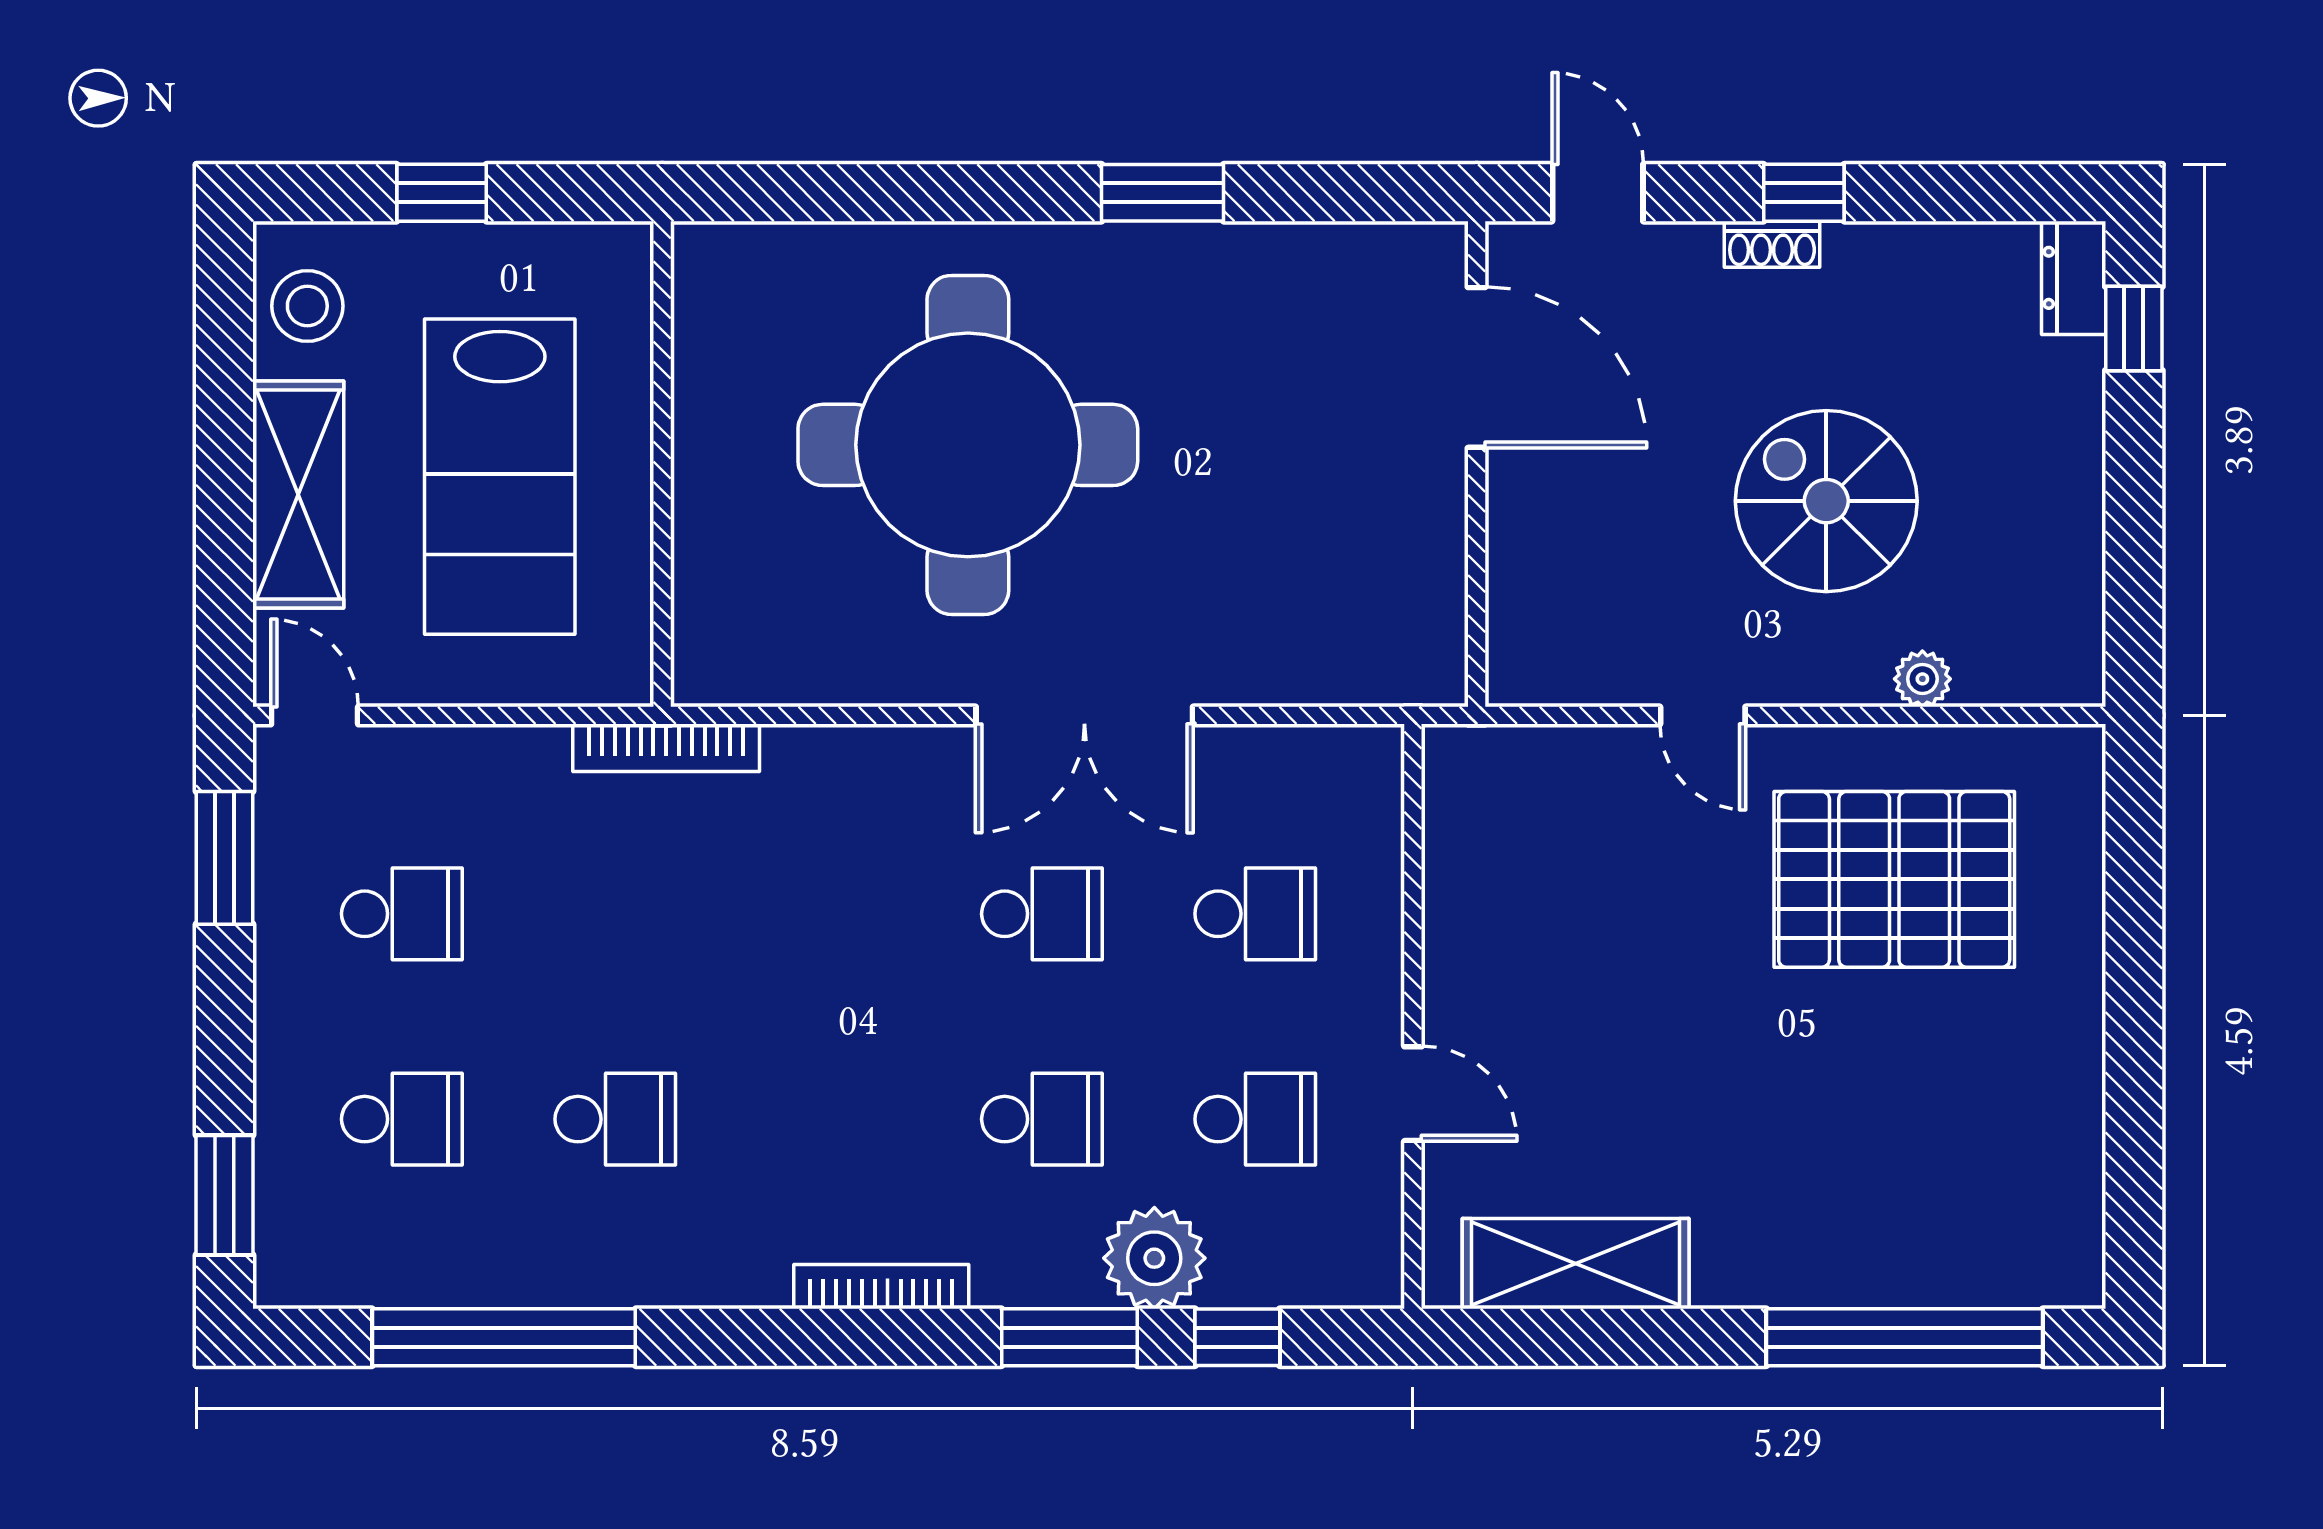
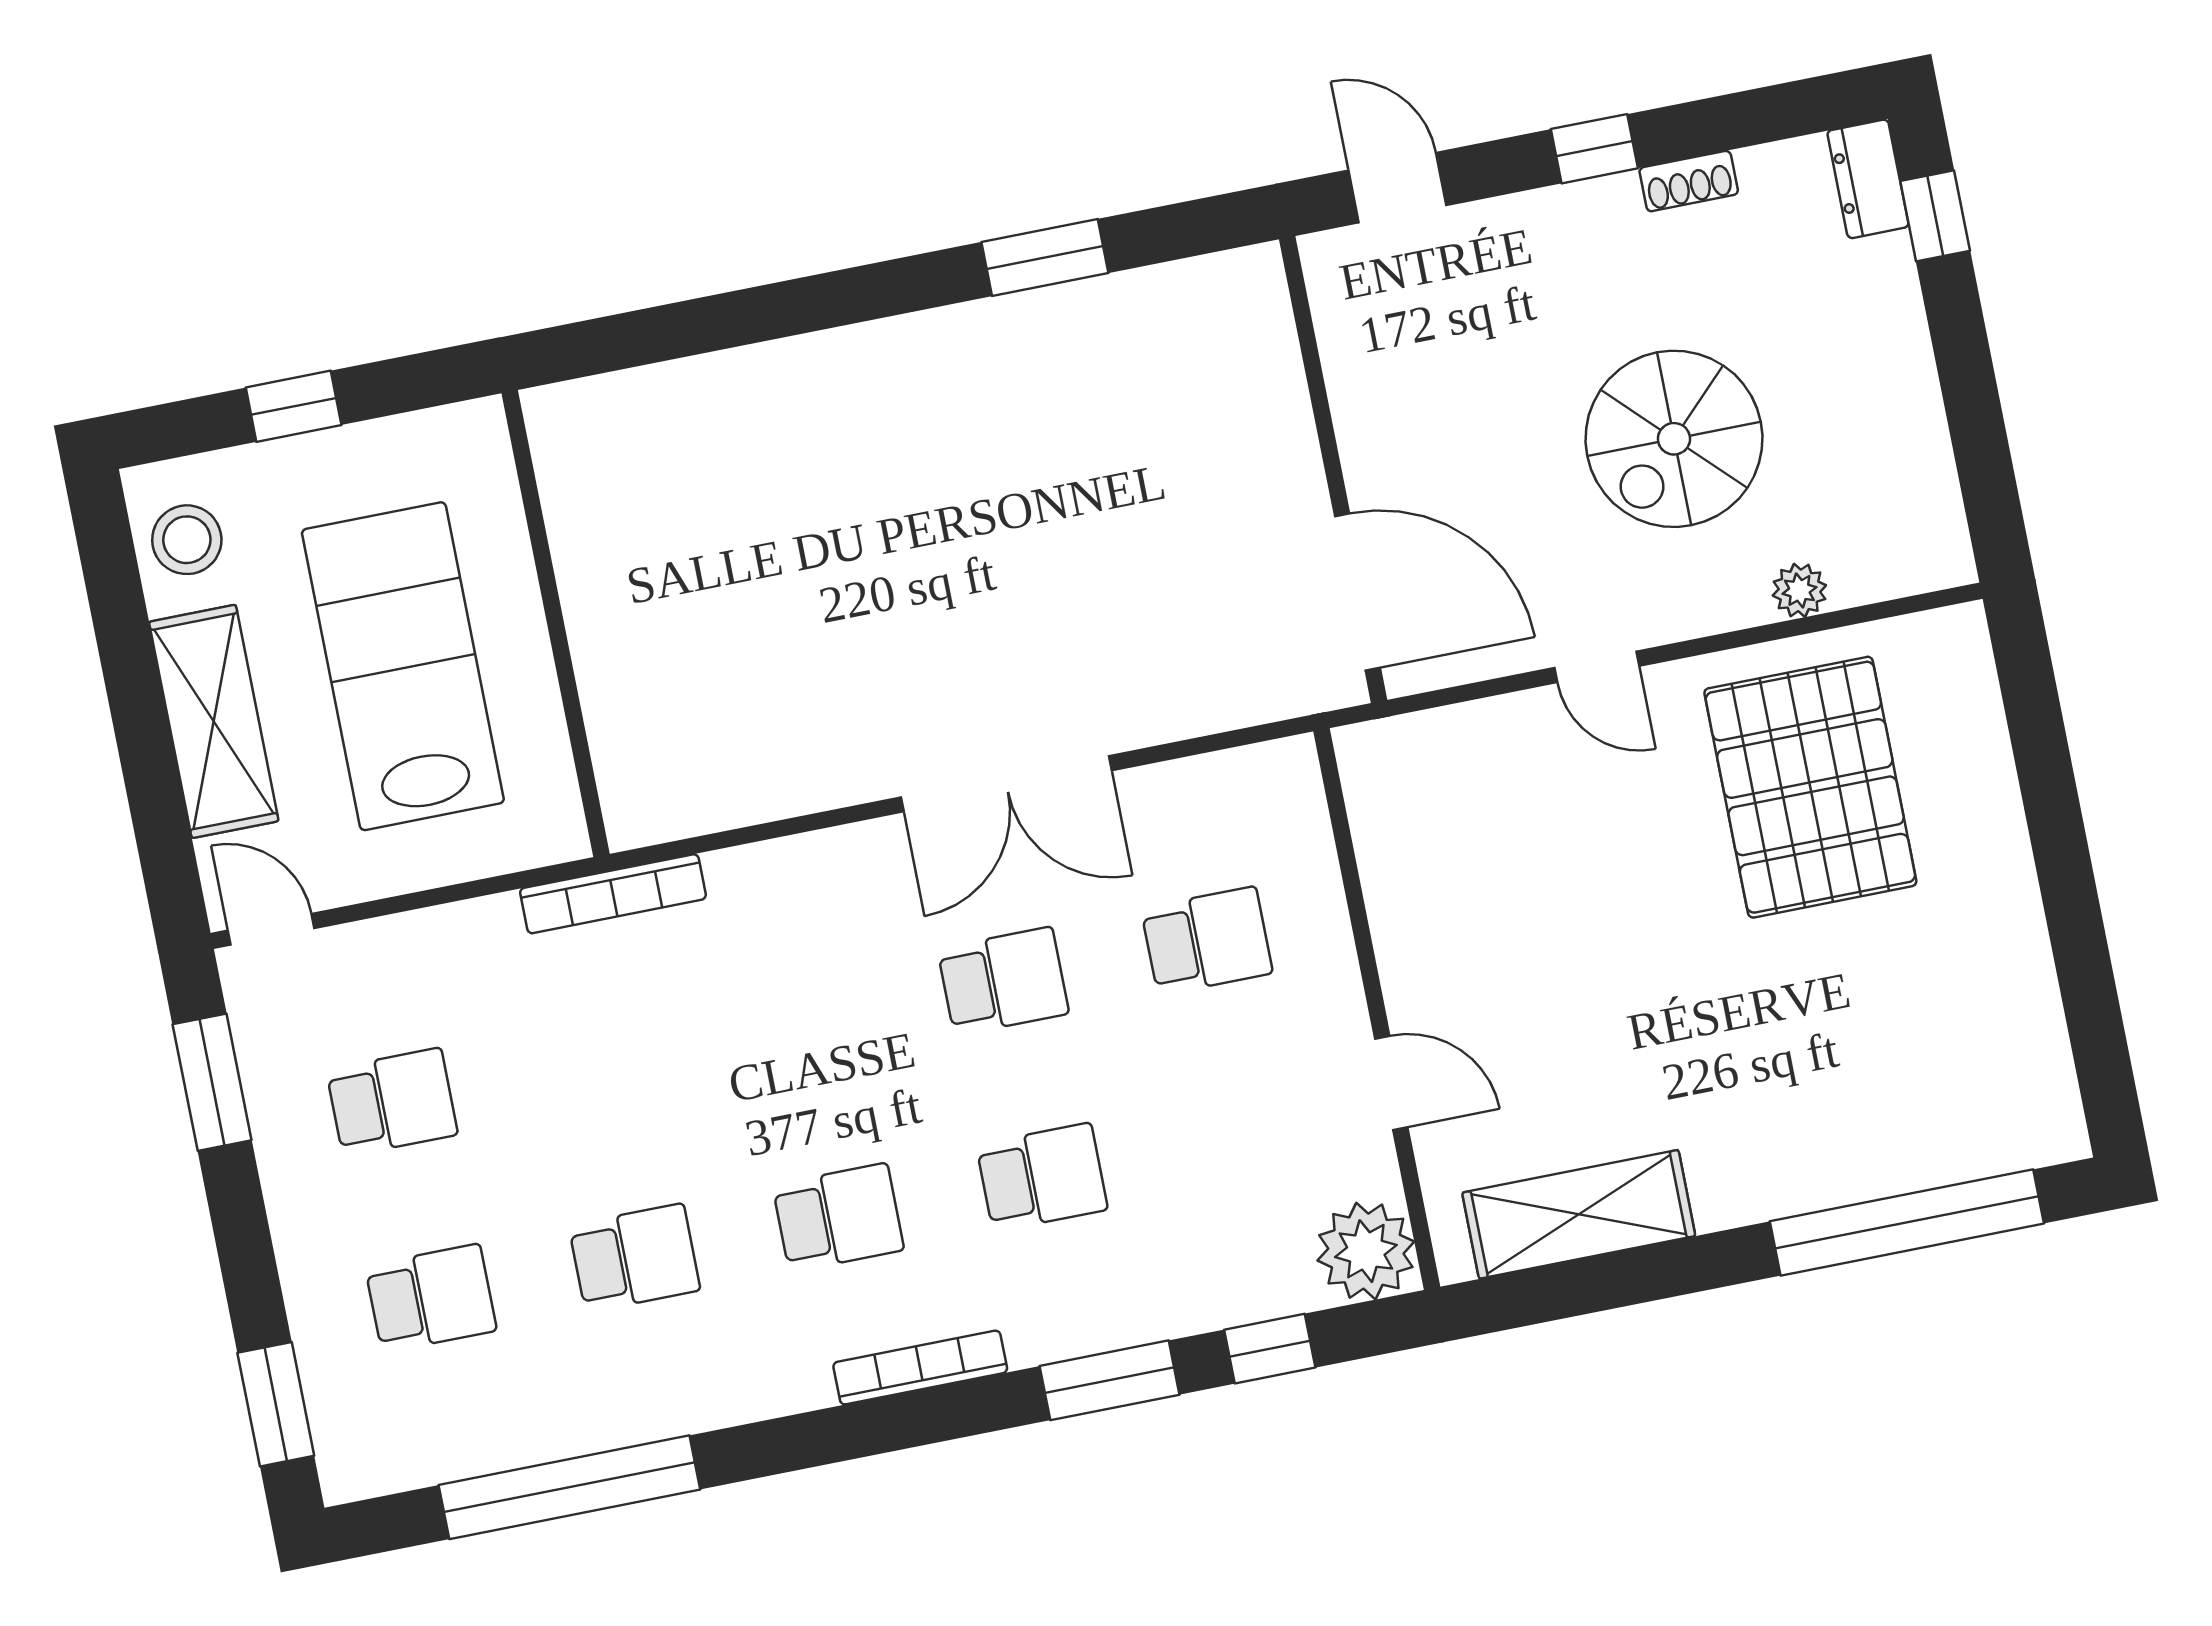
window: (1163, 193) -> (1045, 257), moved
shoe rack: (1772, 244) -> (1689, 181), moved
door: (1477, 367) -> (1357, 592), moved
round table: (968, 445) -> (844, 548), removed
lab bench: (500, 477) -> (403, 666), turned 180
spiral stairs: (1826, 501) -> (1674, 439), turned -90
pallet: (1894, 879) -> (1810, 787), turned 90
school desk: (1255, 1119) -> (838, 1218), moved
plant: (1154, 1258) -> (1366, 1251), moved

